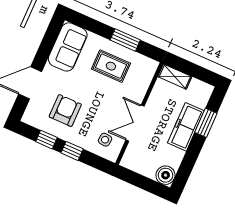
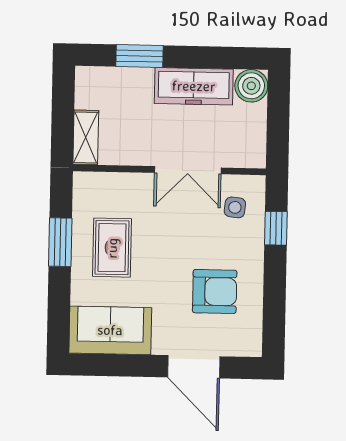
armchair: (65, 110) -> (215, 291), turned 180
freezer: (186, 127) -> (194, 86), moved
window: (46, 140) -> (274, 302), removed
window: (72, 151) -> (276, 228), moved

